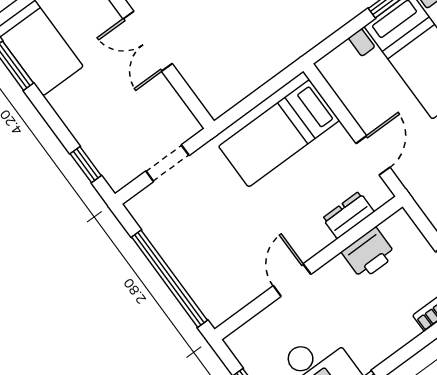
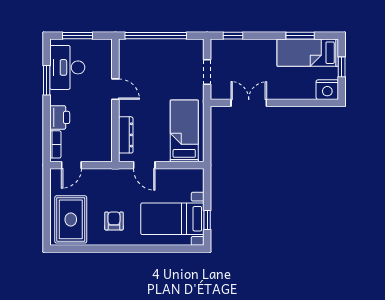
double door: (148, 41) -> (249, 103), moved
dresser: (348, 215) -> (126, 135), width x1.44
printer: (369, 254) -> (60, 117), moved, turned 180

